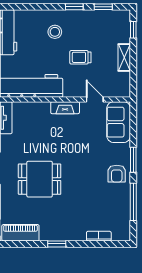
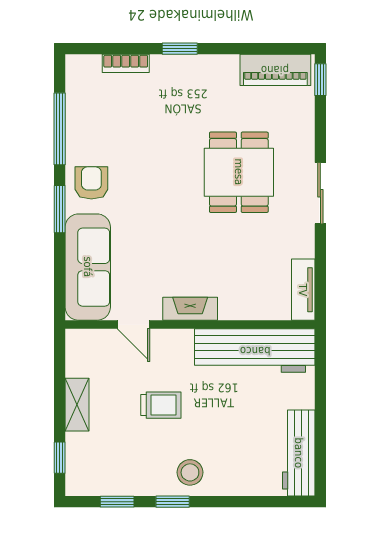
stool: (55, 32) -> (190, 472), moved
sofa: (119, 122) -> (88, 267), width x1.36
dining table: (40, 179) -> (239, 172), turned 90
window: (57, 244) -> (180, 49), moved

